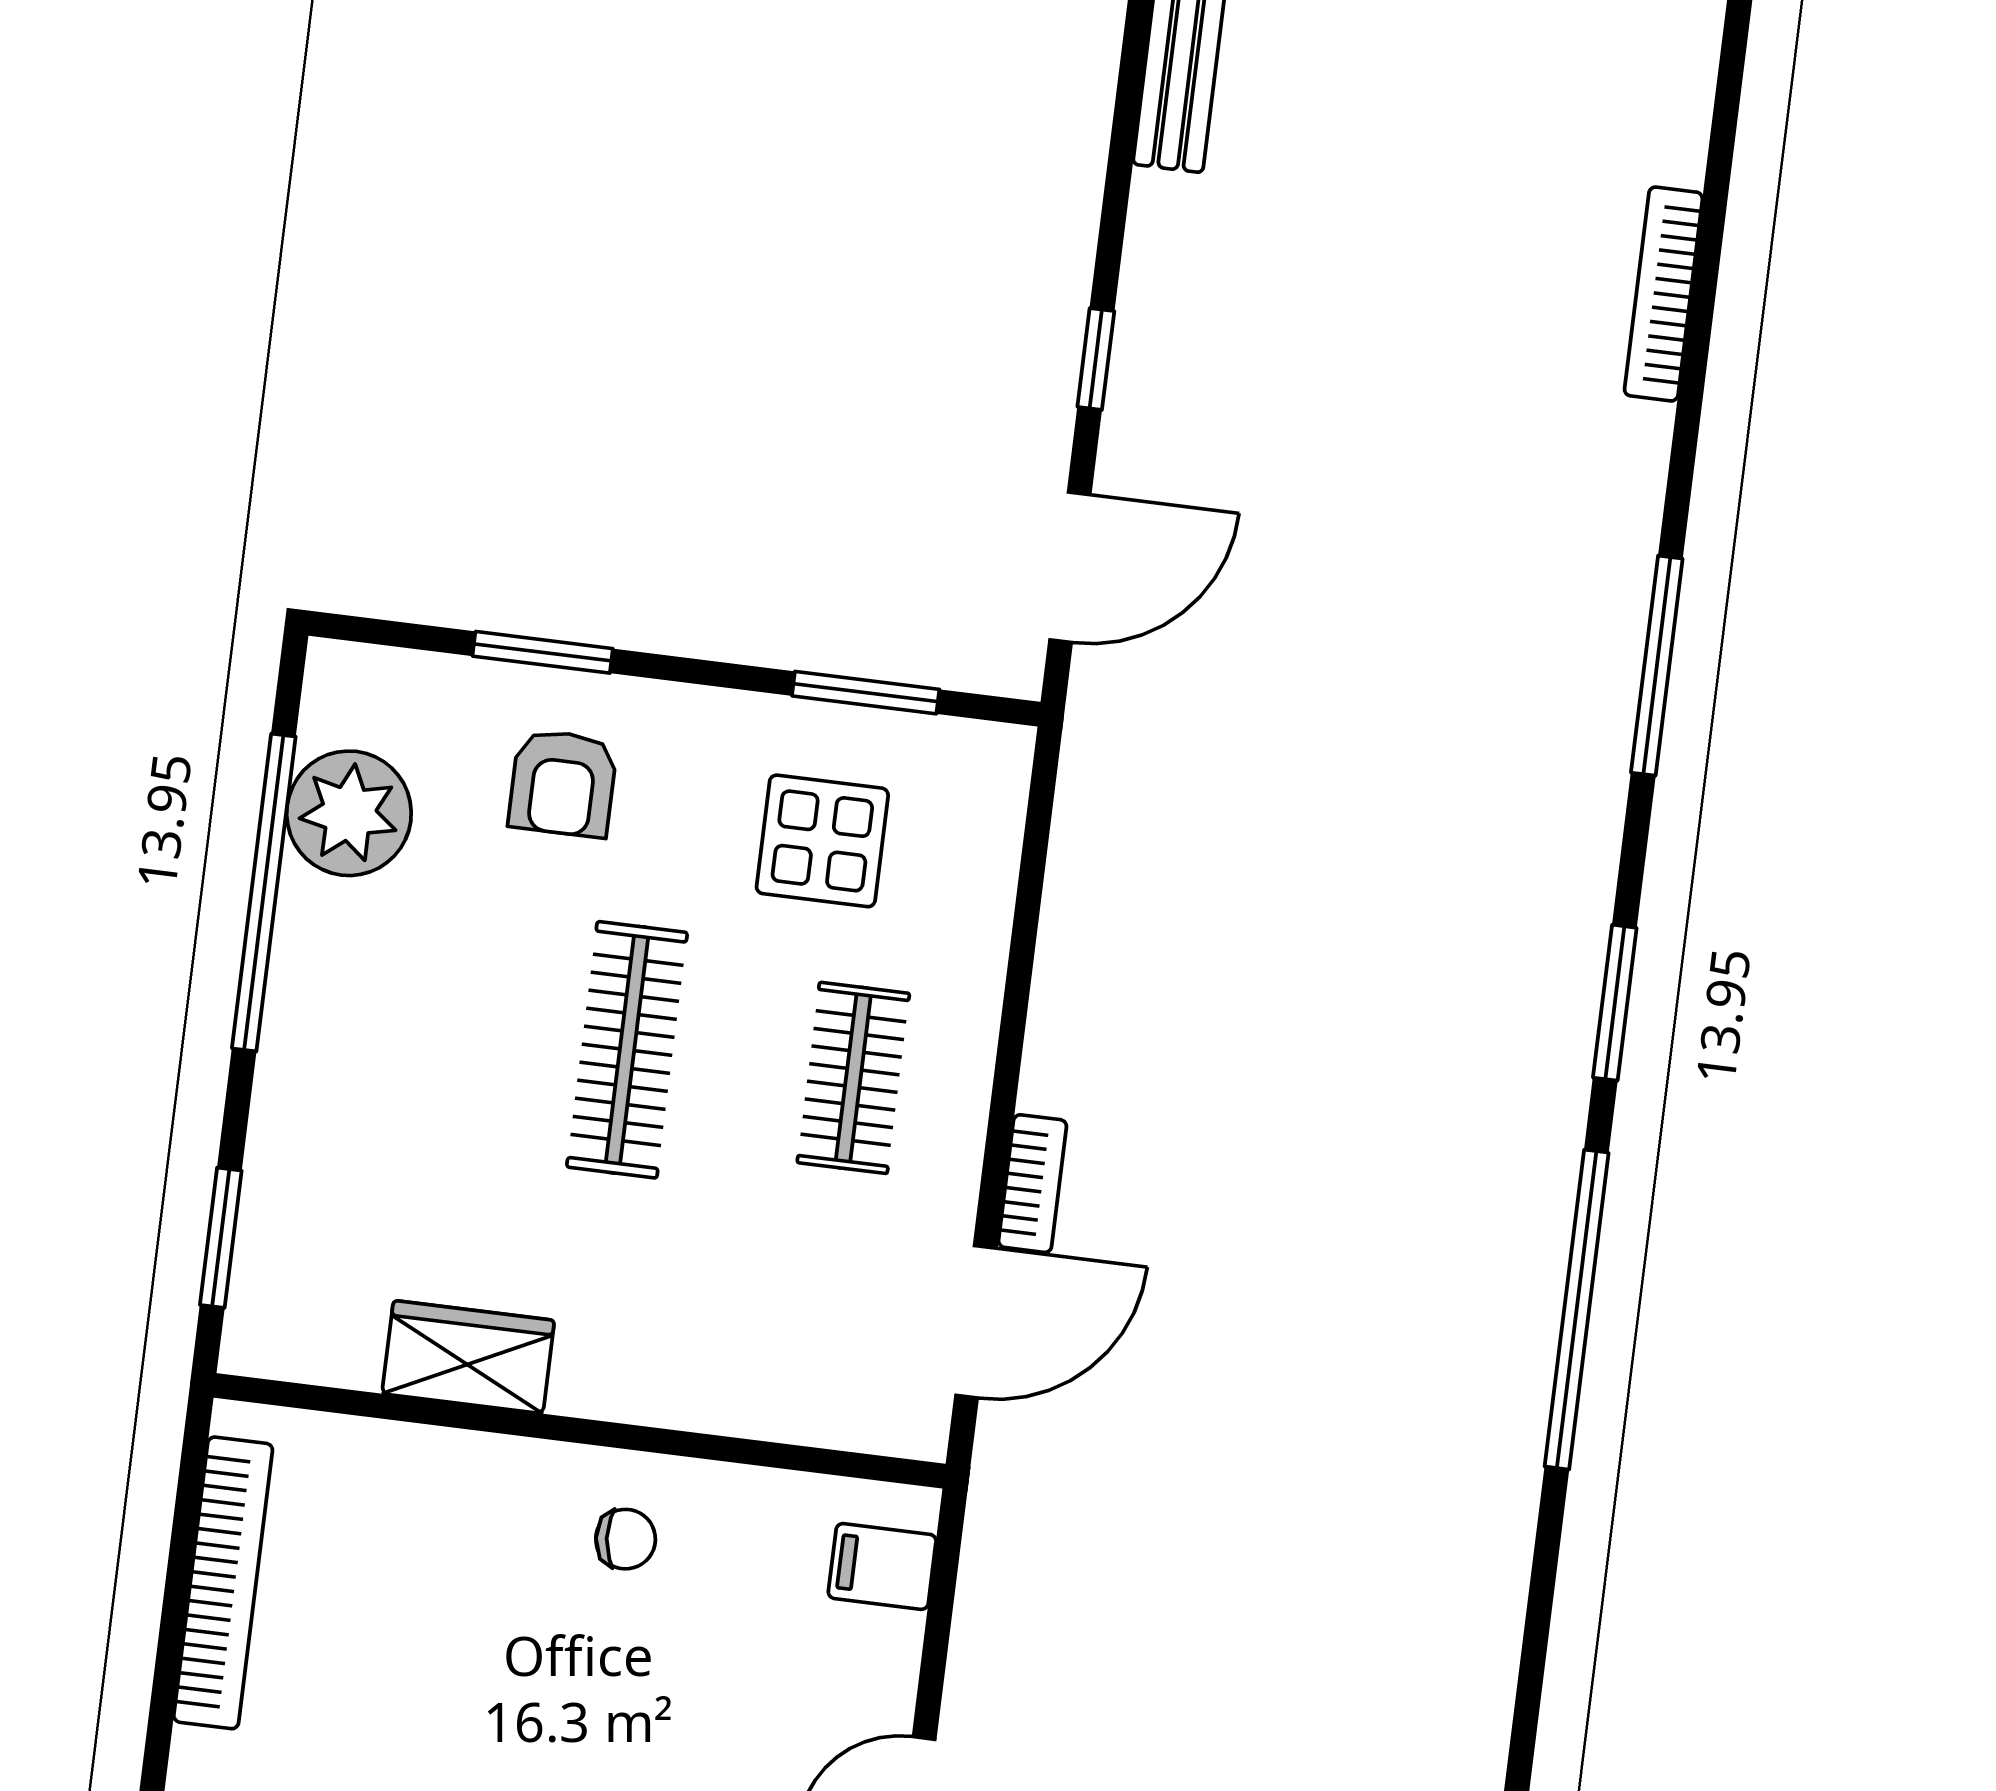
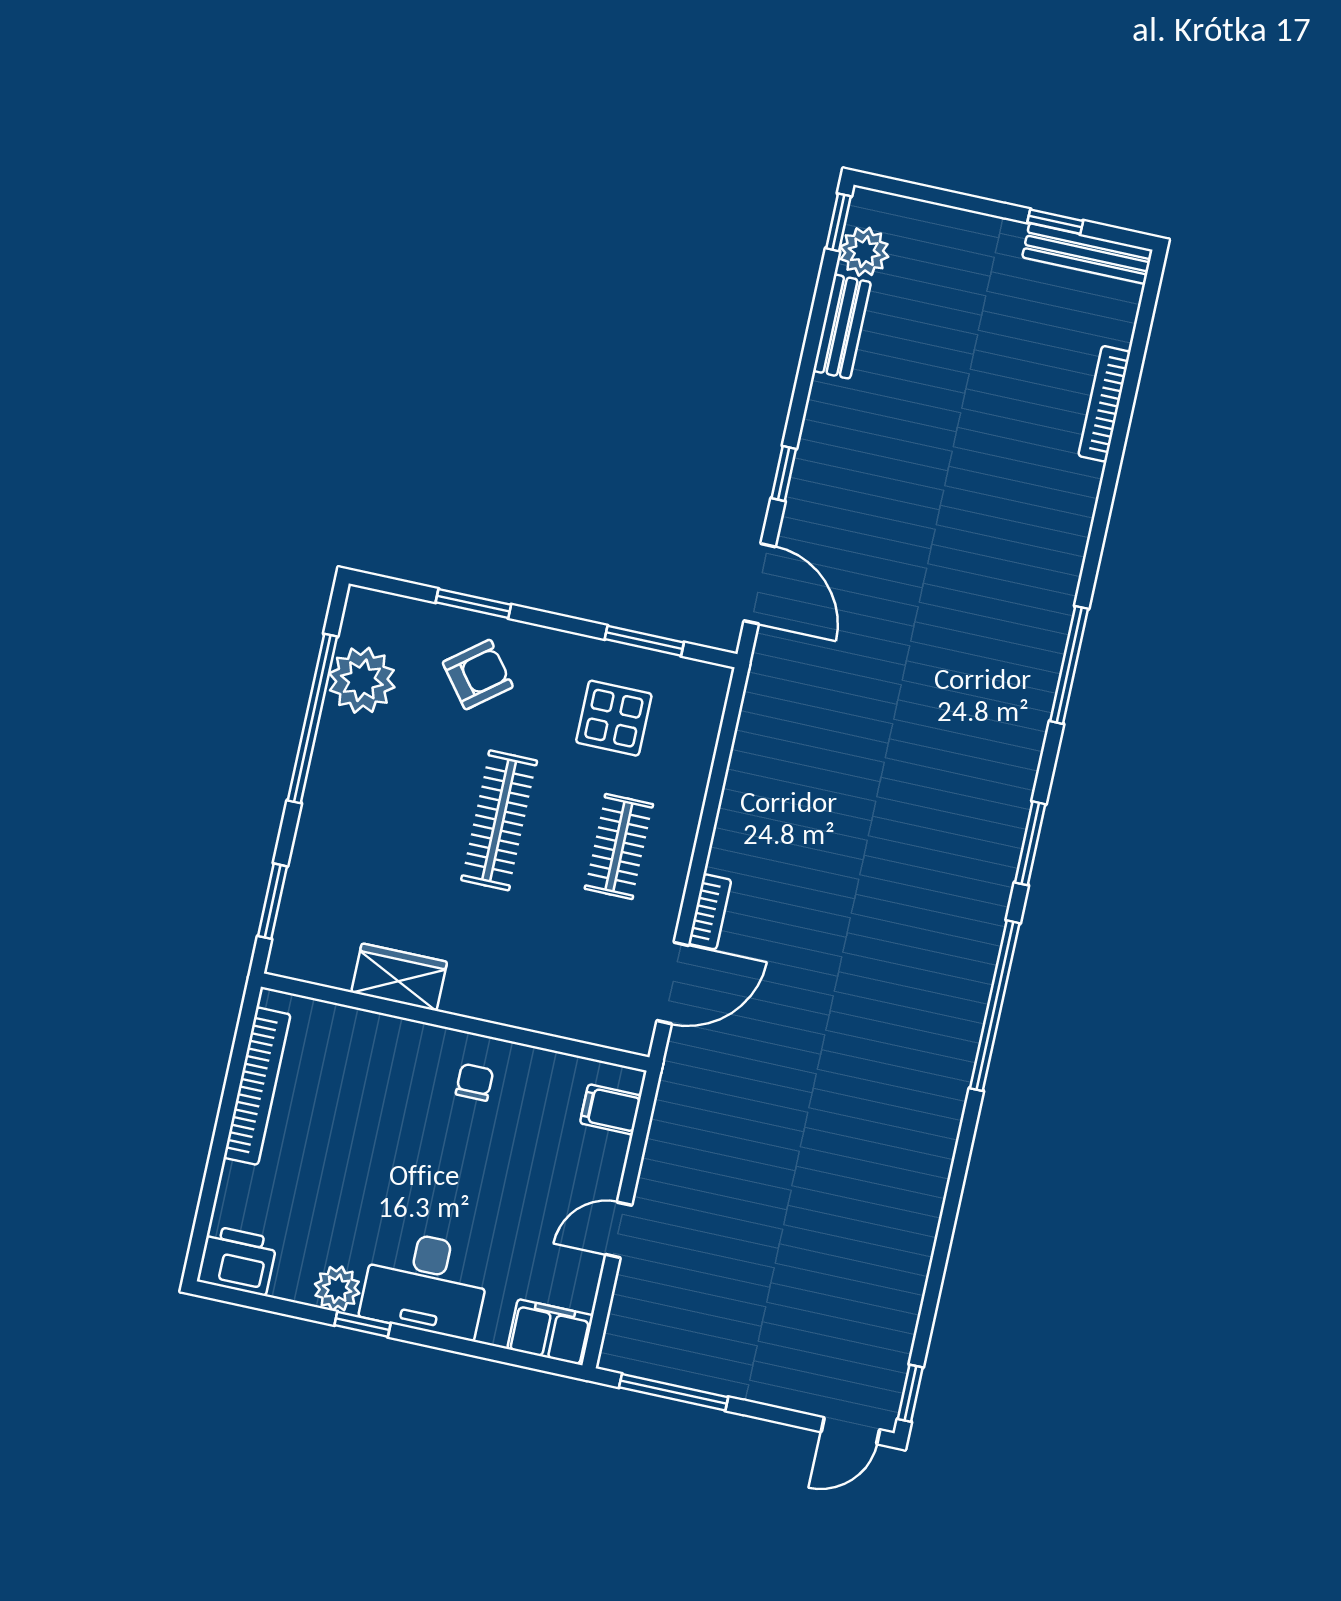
bookcase: (1663, 294) -> (1104, 404), moved
door: (1070, 567) -> (760, 584), hinge flipped
armchair: (563, 783) -> (478, 675), turned -128
chair: (626, 1539) -> (475, 1082), turned -85

